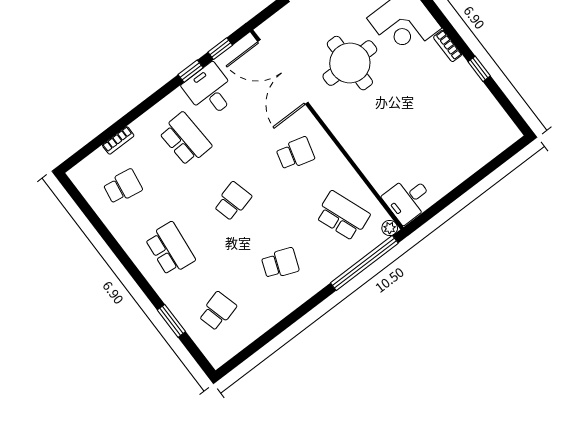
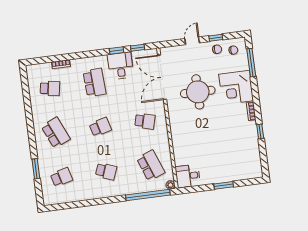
window: (471, 182) -> (224, 185), added
school desk: (170, 249) -> (56, 133), turned -30

